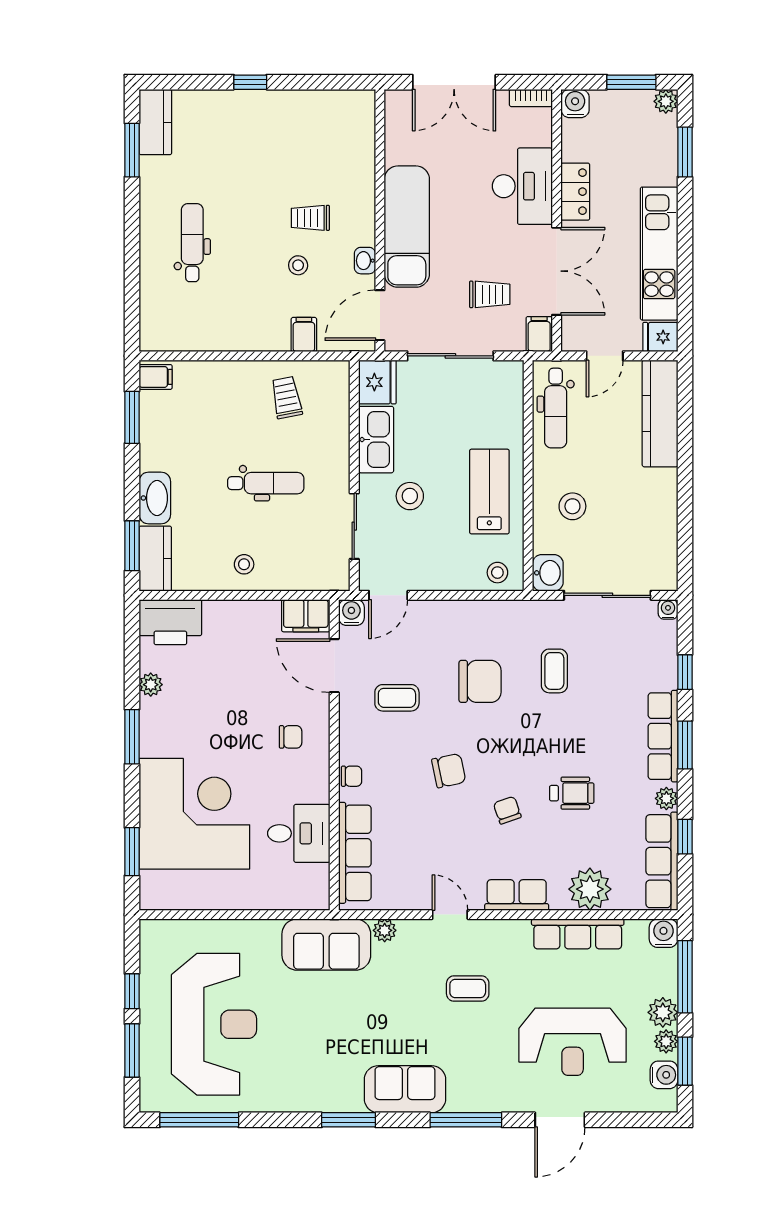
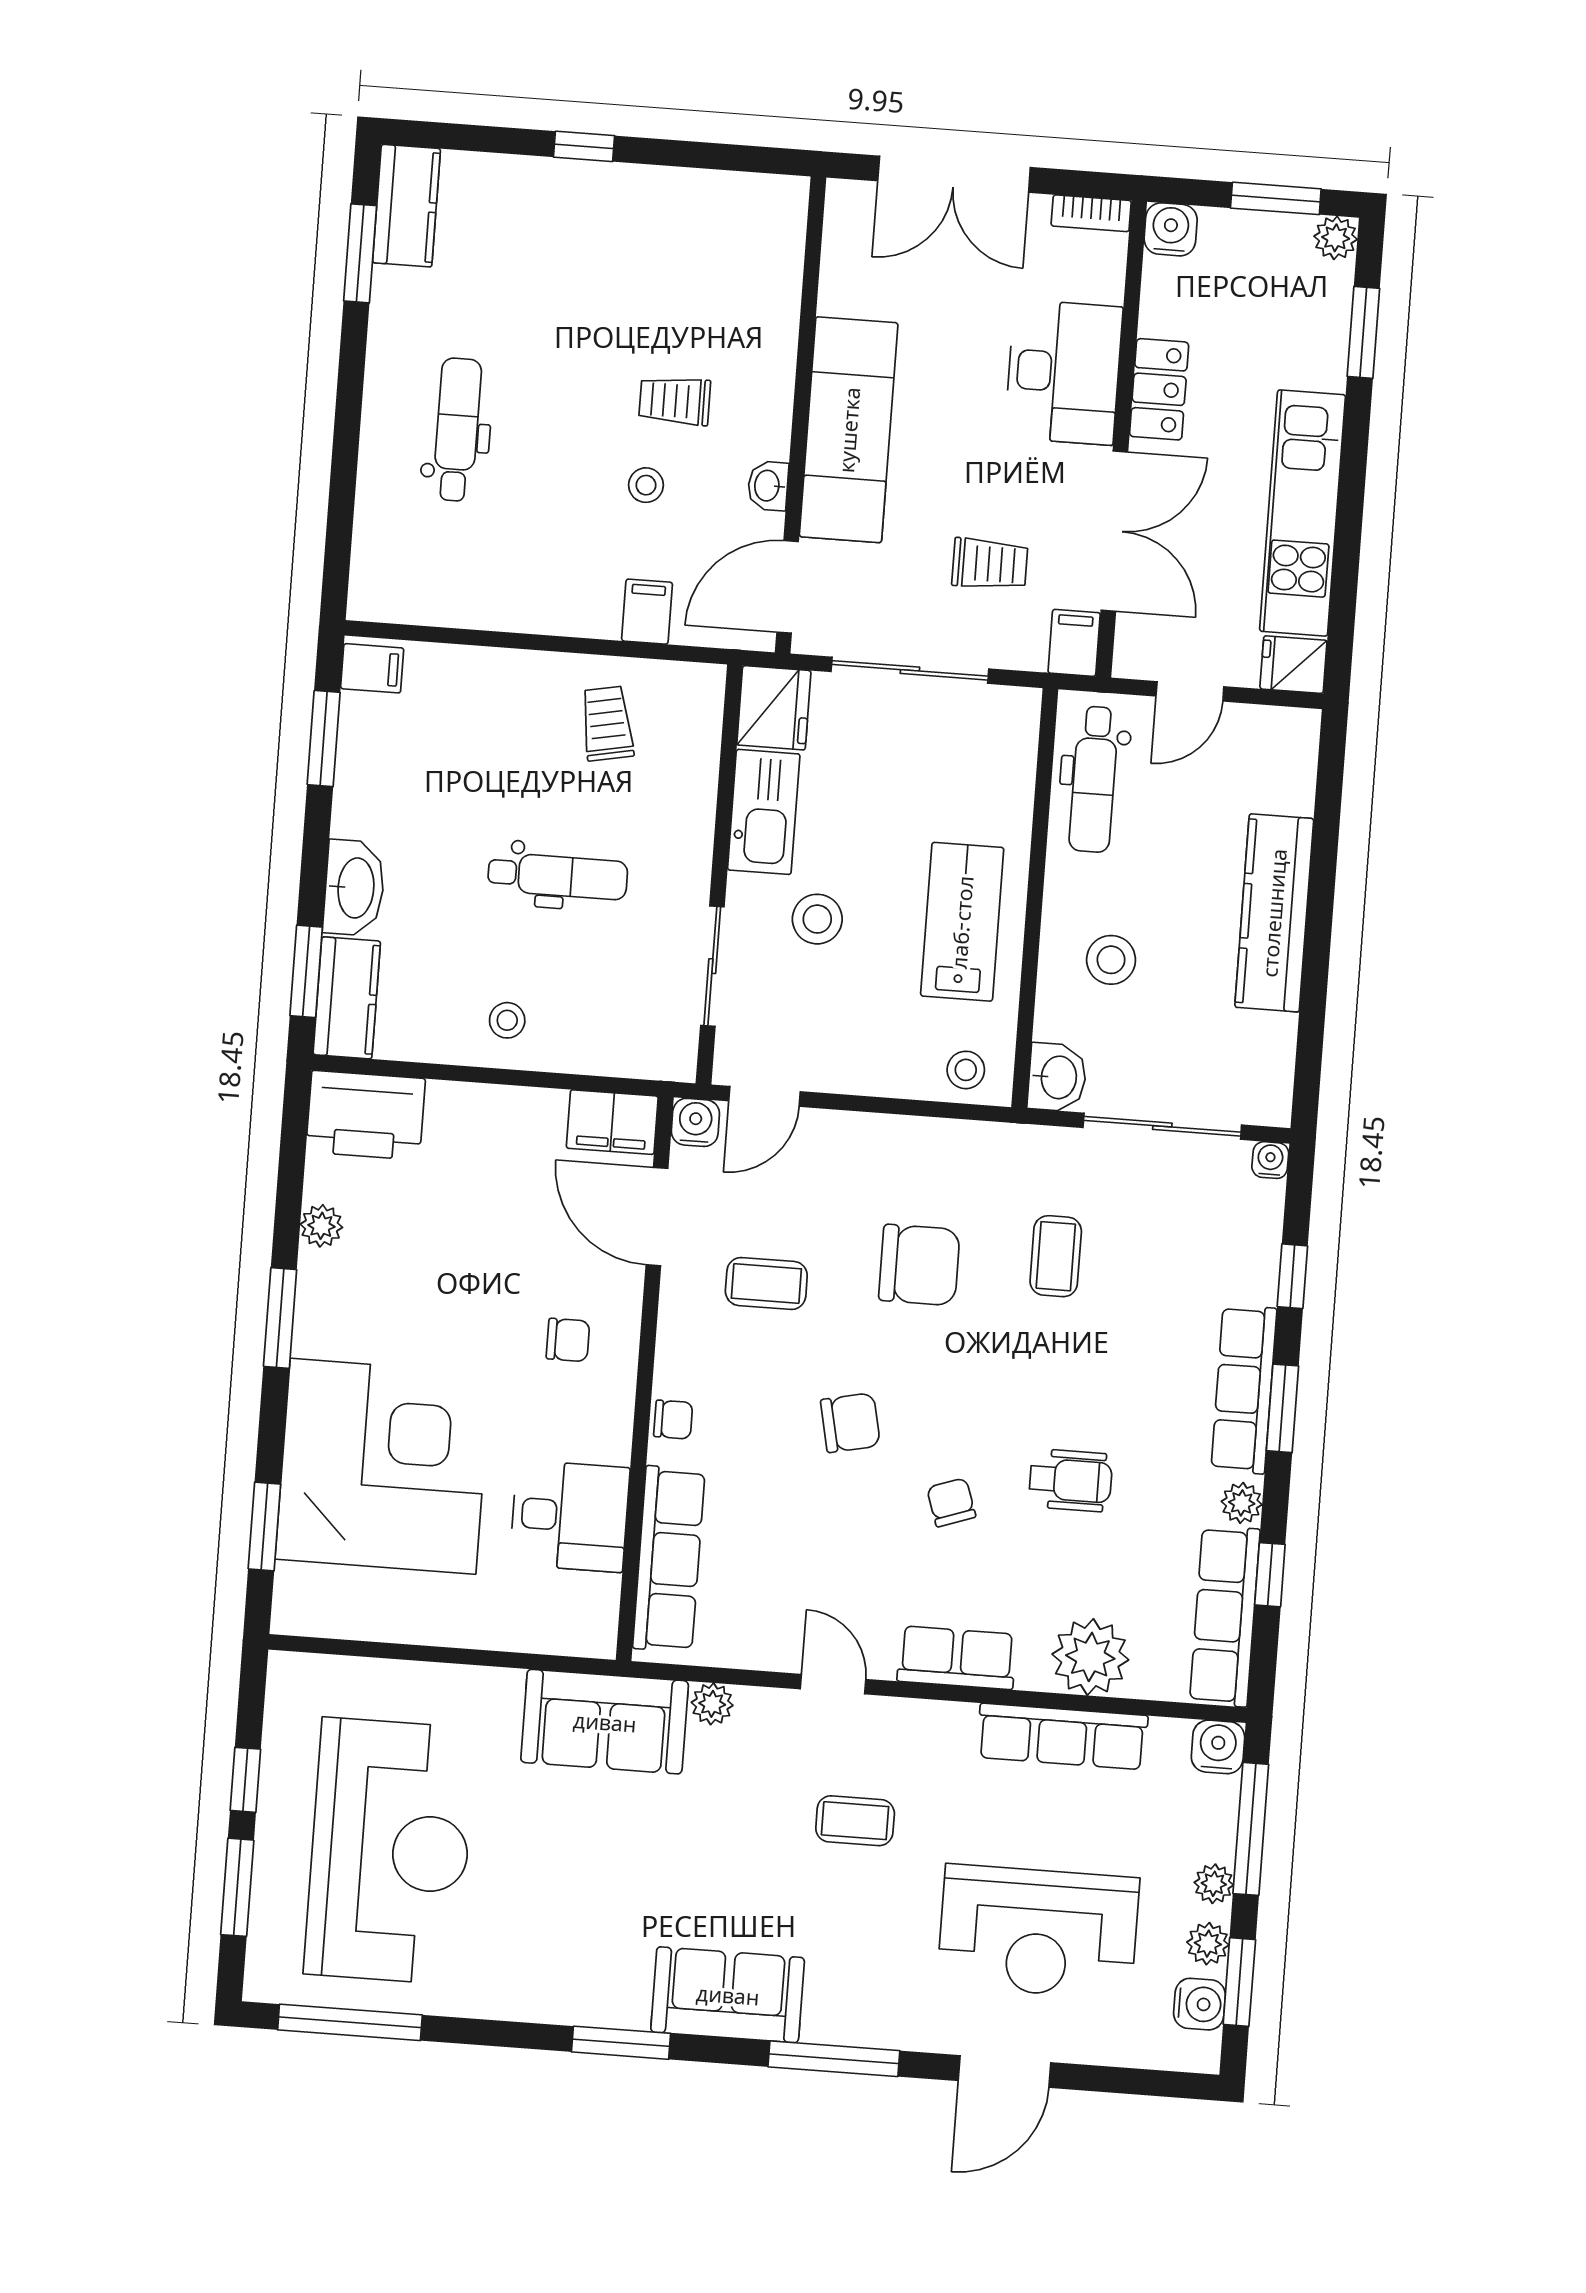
kitchen counter: (660, 413) -> (1274, 913), moved
plant: (663, 1012) -> (1214, 1884), width x0.73, depth x0.73

